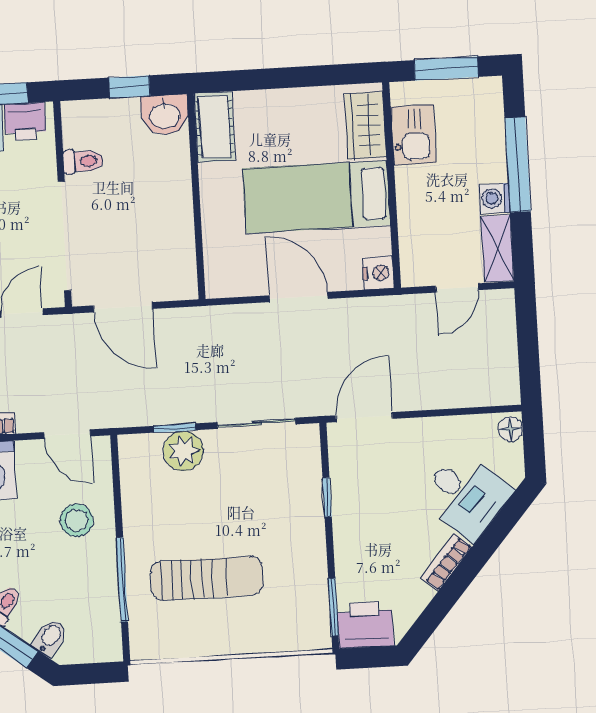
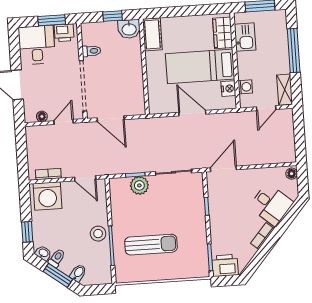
washing machine: (495, 198) -> (245, 87), moved, turned 180
nightstand: (378, 273) -> (228, 89), moved
stool: (77, 520) -> (98, 234), moved

